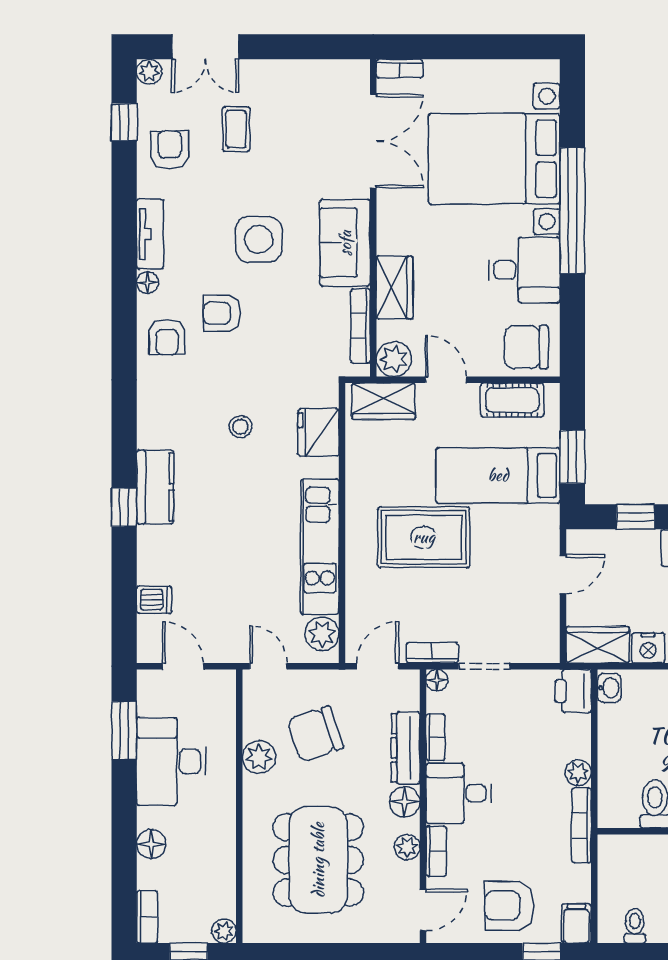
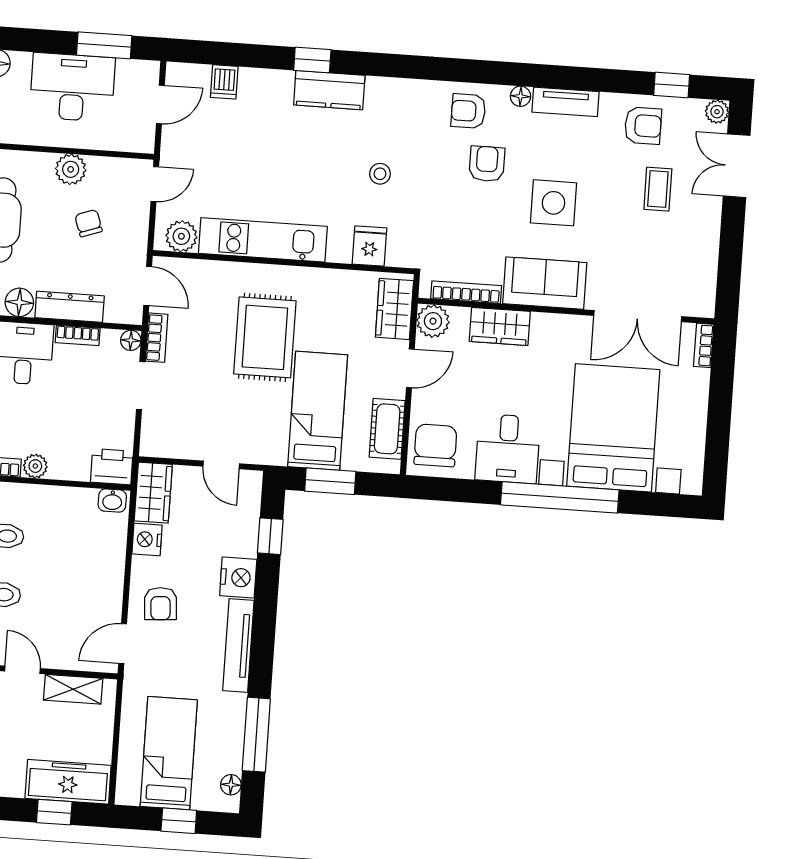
coffee table: (236, 129) -> (658, 189), turned 90
fridge: (318, 432) -> (369, 246), width x0.72
chair: (315, 734) -> (89, 223), width x0.54, depth x0.54

